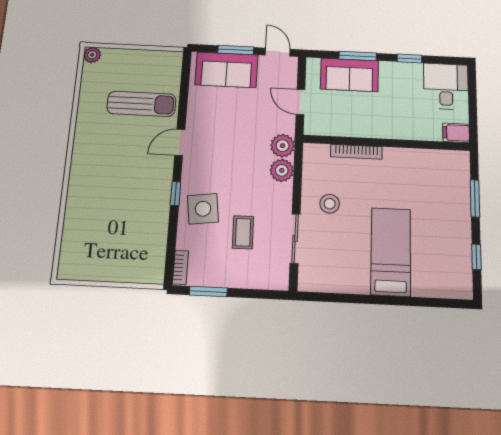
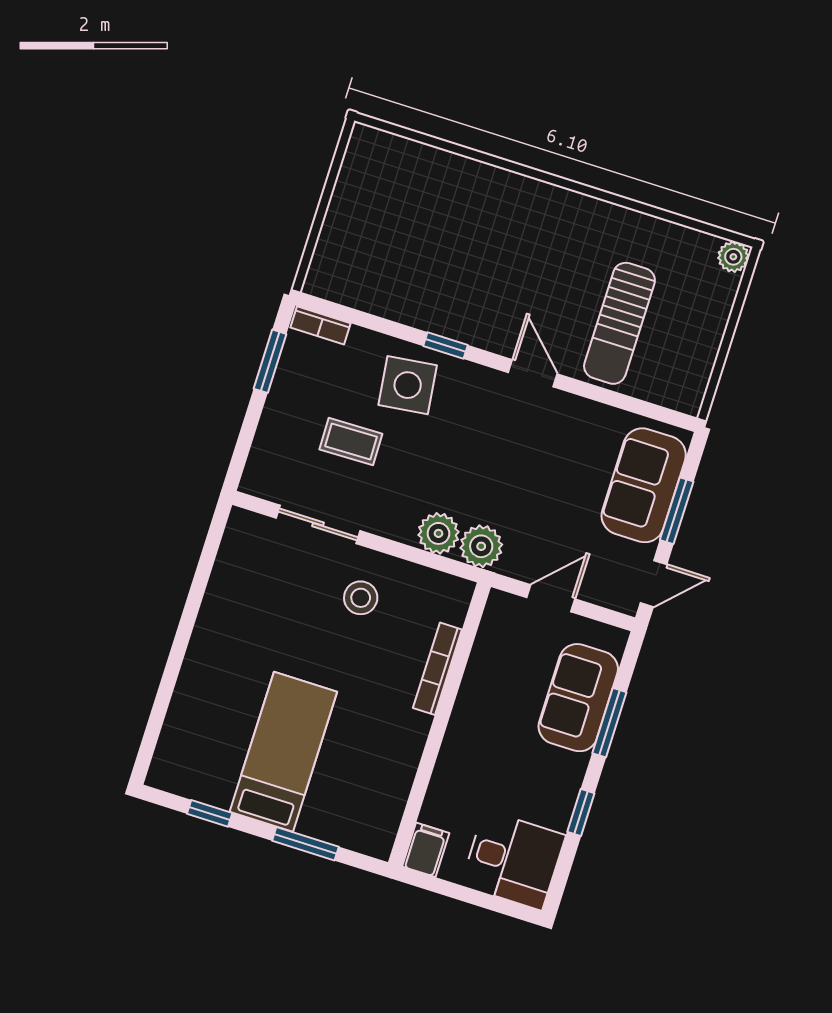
bed: (391, 252) -> (283, 752), moved, turned -90

